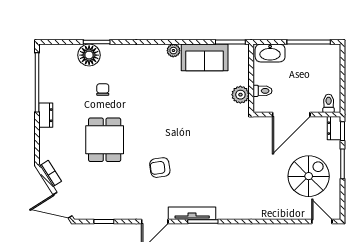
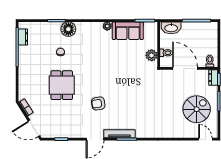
floor lamp: (89, 55) -> (68, 29), moved
door: (291, 114) -> (185, 68), swing flipped
dresser: (46, 115) -> (23, 37), moved

